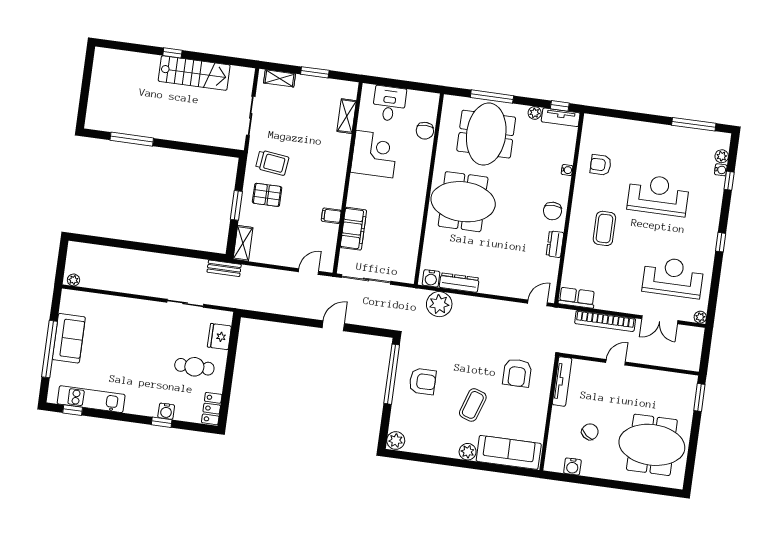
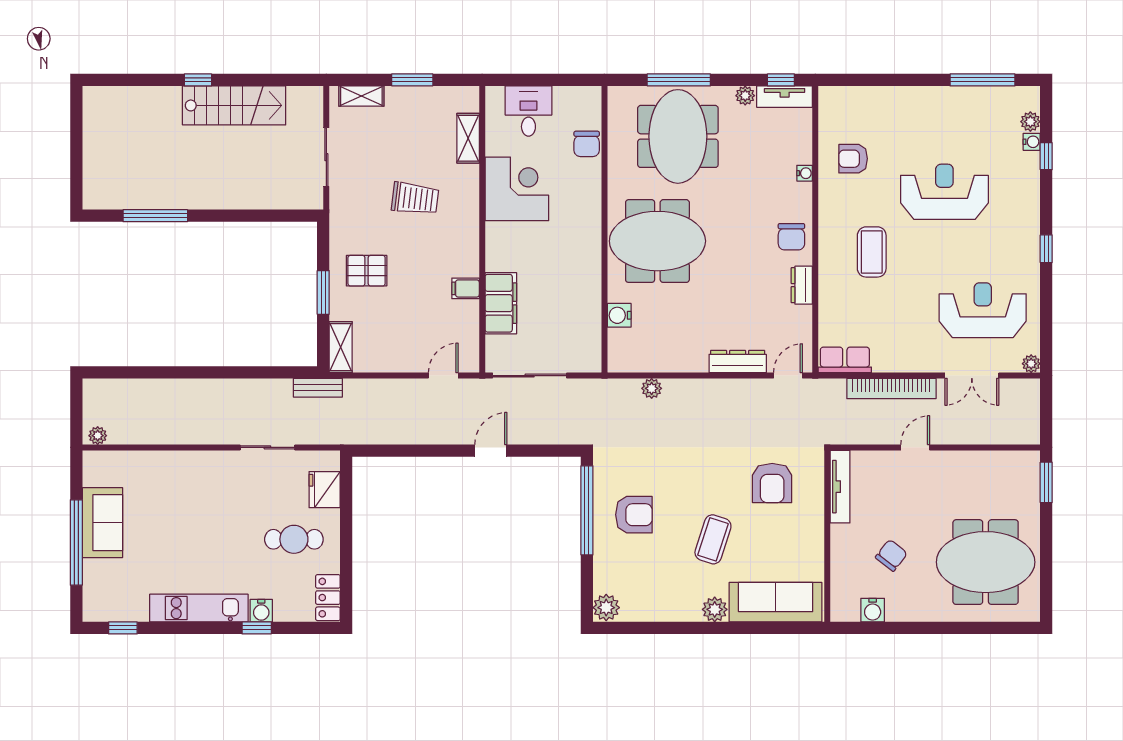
trolley: (272, 163) -> (415, 198), moved
water cooler: (431, 278) -> (619, 315), moved, turned 90
dresser: (459, 283) -> (738, 361), moved
plant: (439, 304) -> (652, 388), width x0.53, depth x0.53
kitchen unit: (91, 399) -> (199, 608), moved

